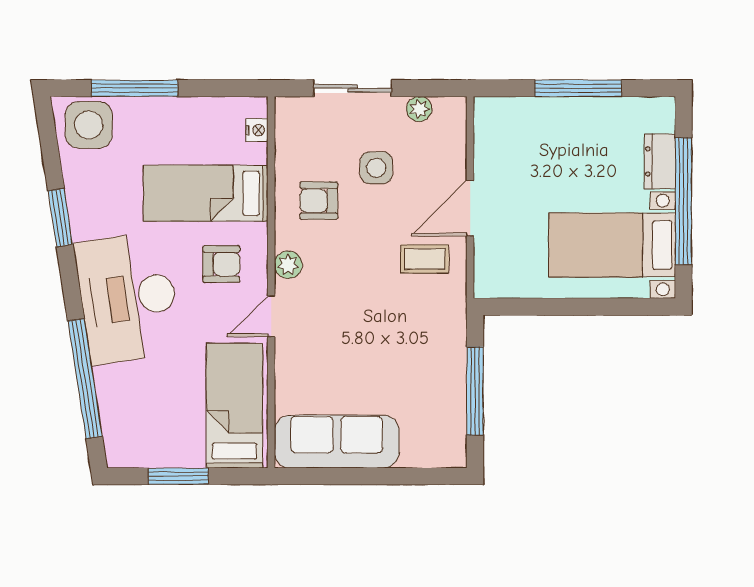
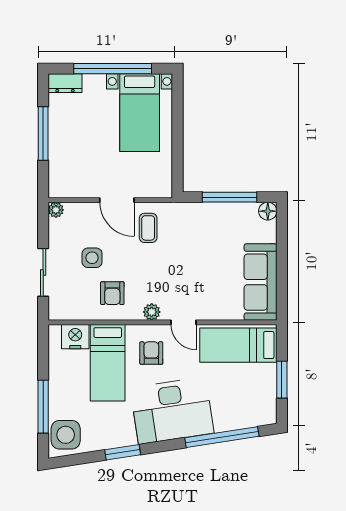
plant: (419, 109) -> (56, 210), moved
nightstand: (257, 130) -> (75, 337), width x1.89, depth x1.79
dresser: (660, 161) -> (65, 83), moved
floor lamp: (452, 453) -> (268, 211), added

